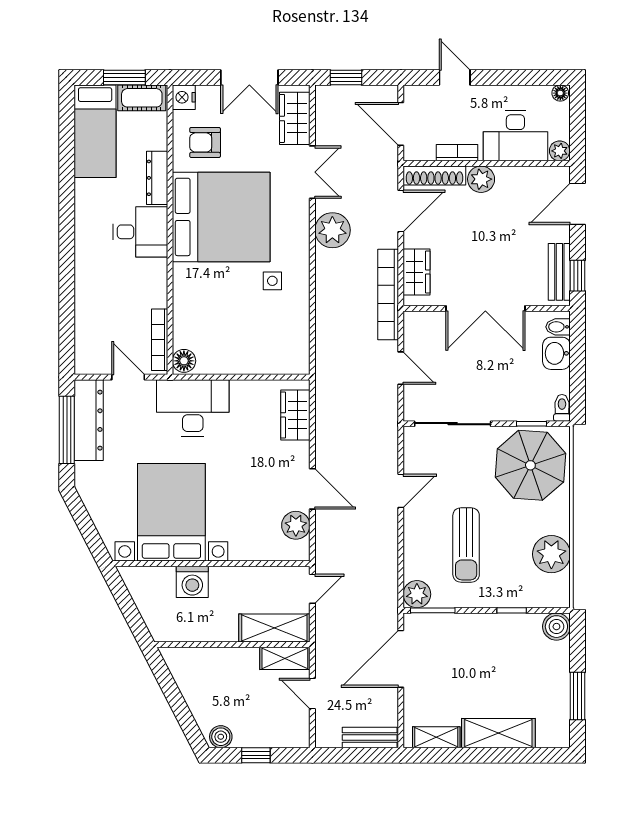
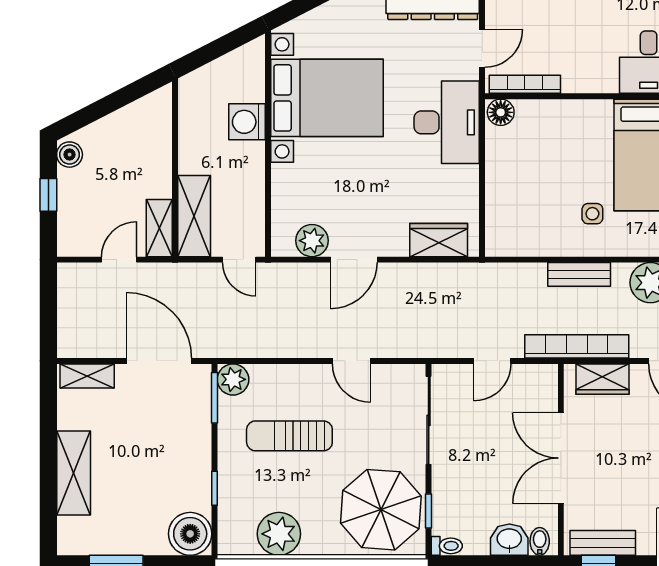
boiler: (556, 627) -> (190, 534), width x1.37, depth x1.37
bench: (370, 737) -> (579, 274), moved, turned 90
shelving: (436, 737) -> (87, 376), moved, turned 90

